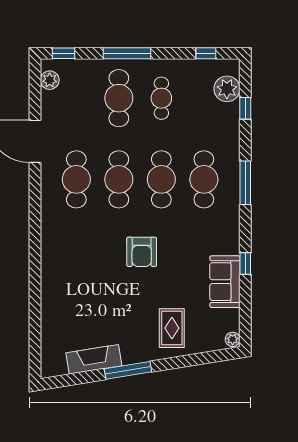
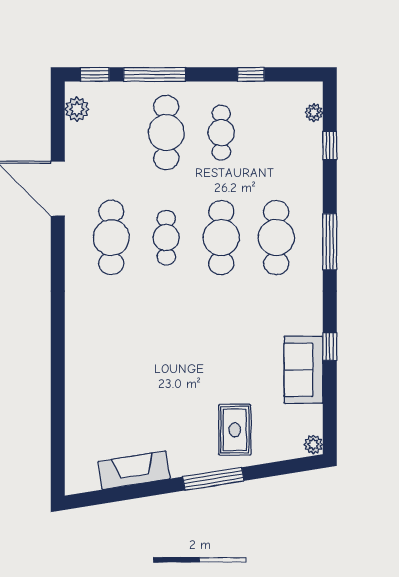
window: (127, 53) -> (154, 74), moved
window: (206, 53) -> (251, 74), moved
plant: (227, 89) -> (314, 113), width x0.53, depth x0.53
cafe table: (119, 179) -> (166, 238), width x0.73, depth x0.74
armchair: (142, 252) -> (196, 331), removed
window: (128, 370) -> (213, 479), moved

